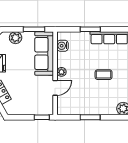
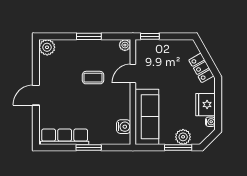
window: (34, 29) -> (178, 147), moved
plant: (61, 72) -> (125, 45), moved
coffee table: (104, 75) -> (93, 78), moved

